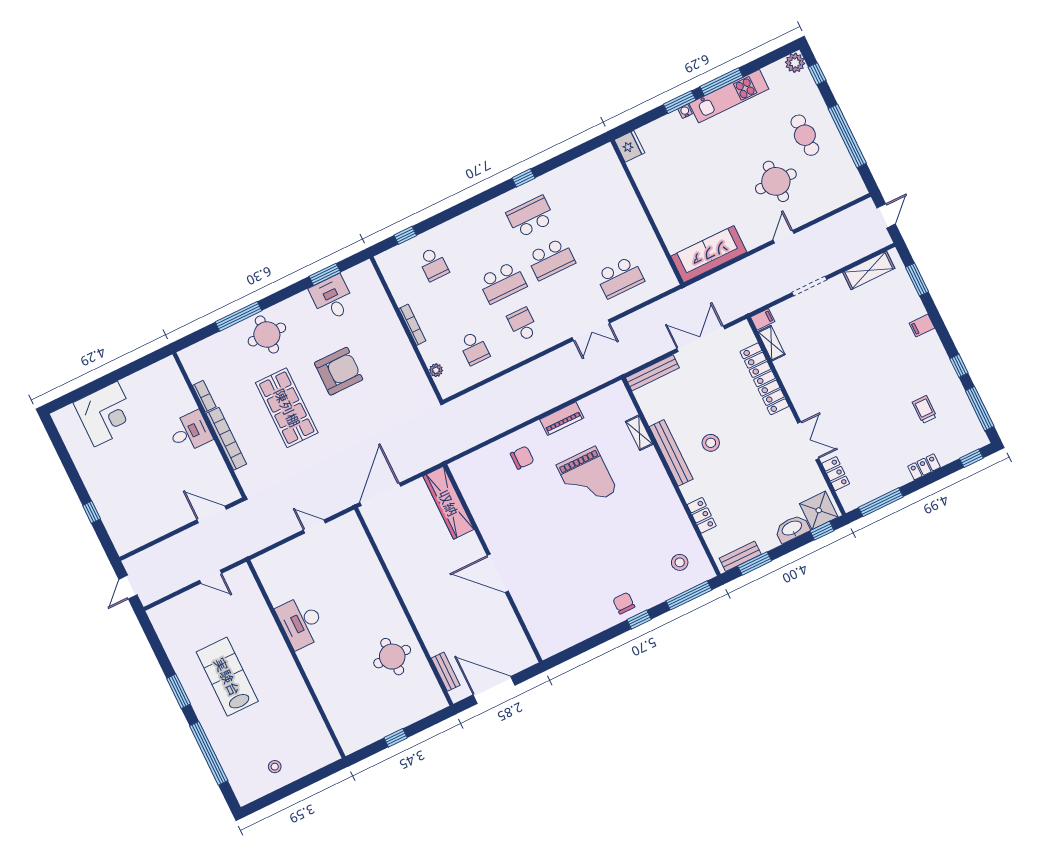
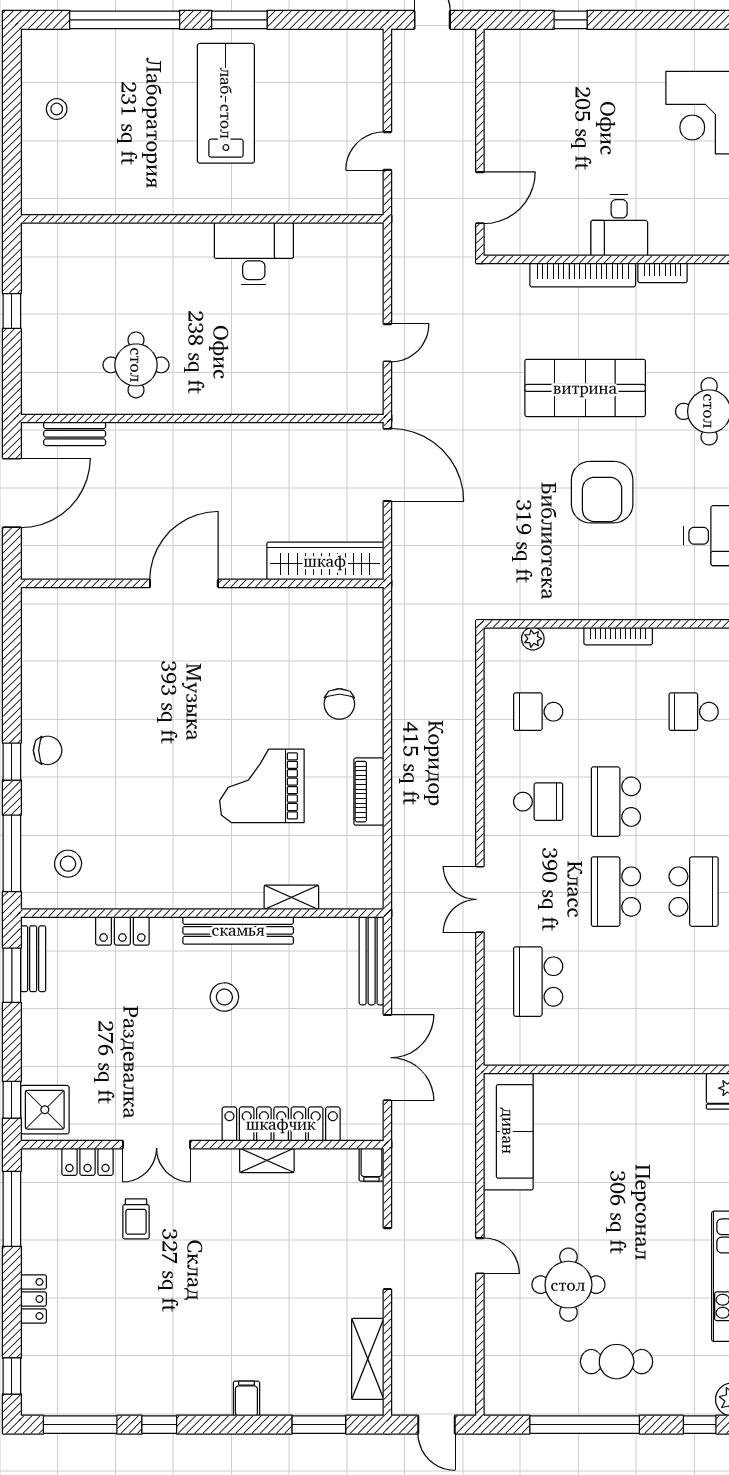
shelving: (771, 343) -> (267, 1160), moved
trolley: (924, 409) -> (136, 1219), moved, turned 90
washbasin: (792, 529) -> (37, 1056), removed
lab bench: (227, 677) -> (226, 103), turned -90

